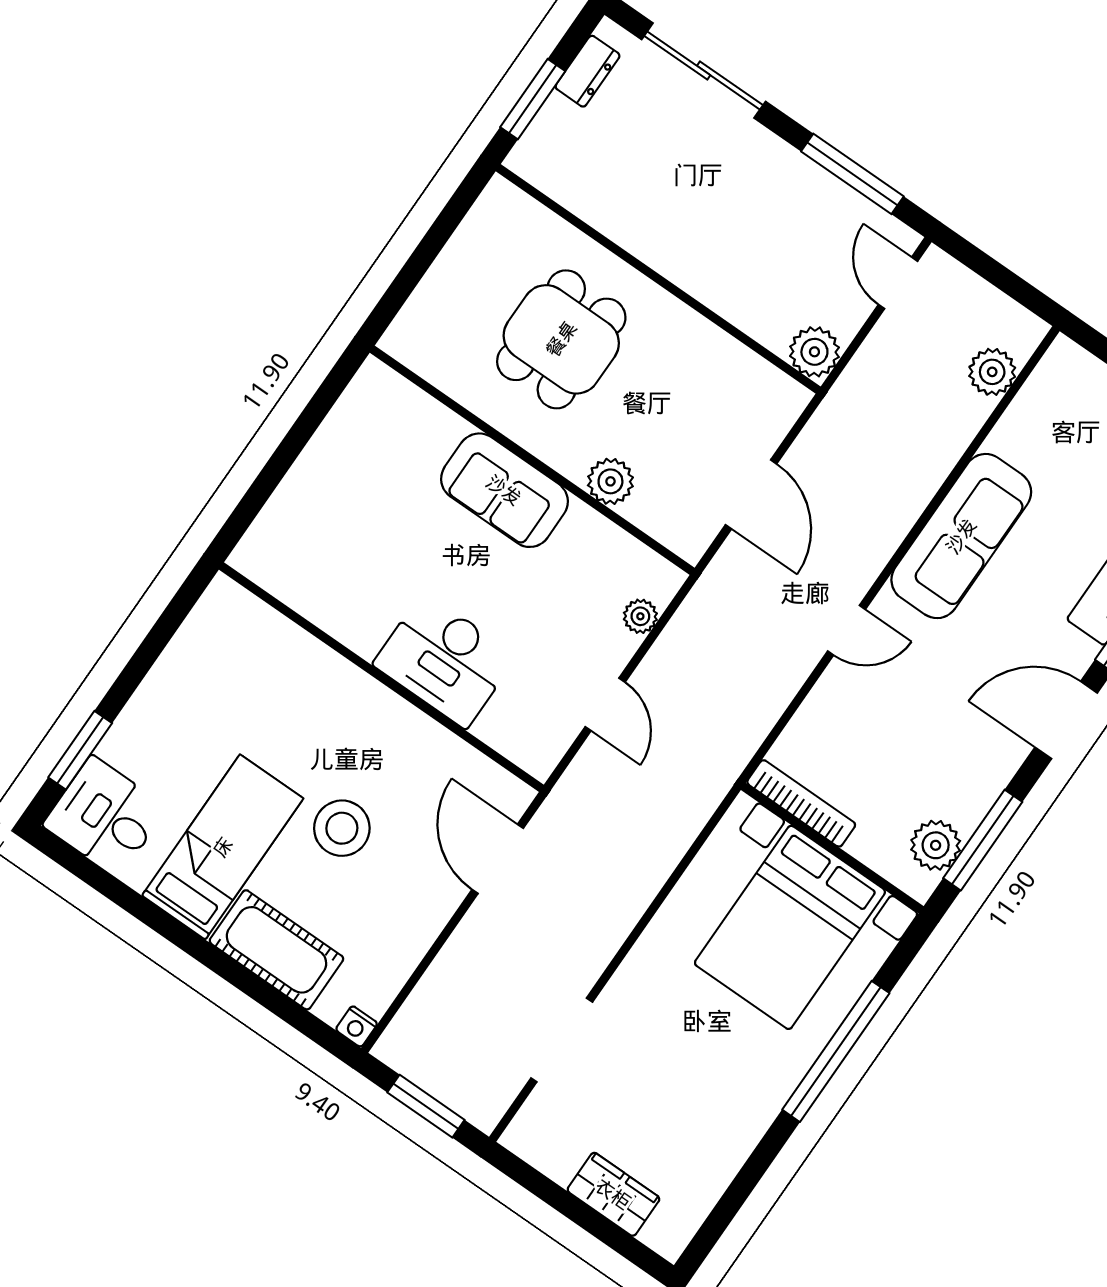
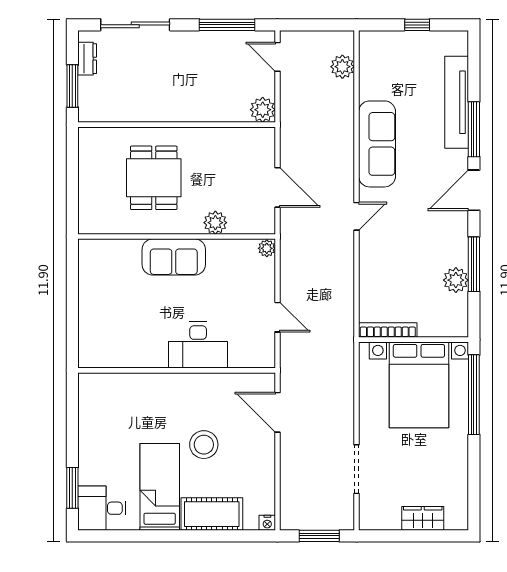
plant: (640, 616) -> (267, 248), moved
bookcase: (801, 803) -> (388, 330), moved
wall: (832, 848) -> (414, 340), moved
bed with nightstands: (790, 927) -> (419, 385), moved

